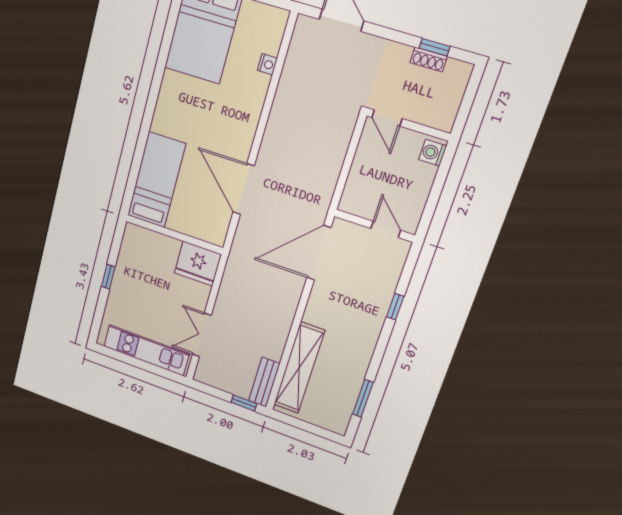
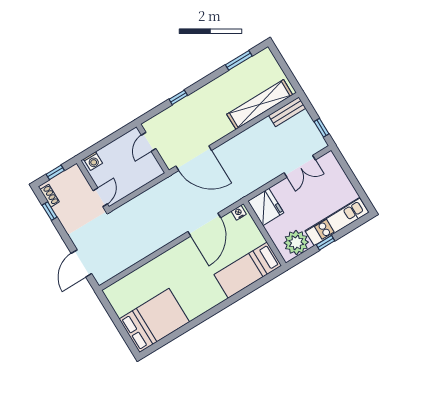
shoe rack: (429, 59) -> (50, 196), moved
nightstand: (267, 64) -> (239, 213), moved
window: (468, 100) -> (55, 172), added
plant: (136, 252) -> (296, 242), added
kitchen unit: (146, 350) -> (337, 222), moved, turned 90
window: (244, 403) -> (321, 128), moved

